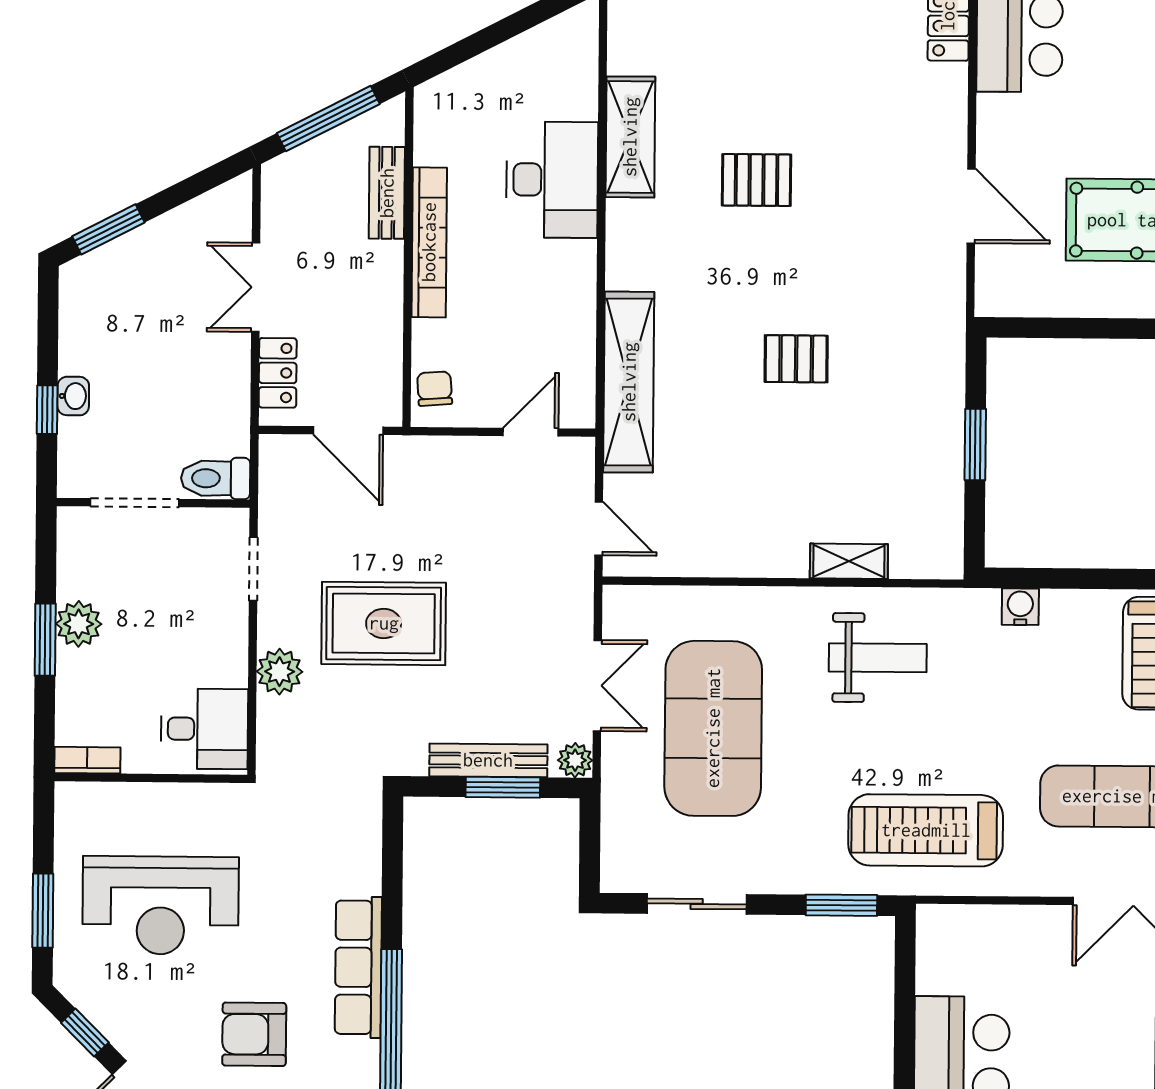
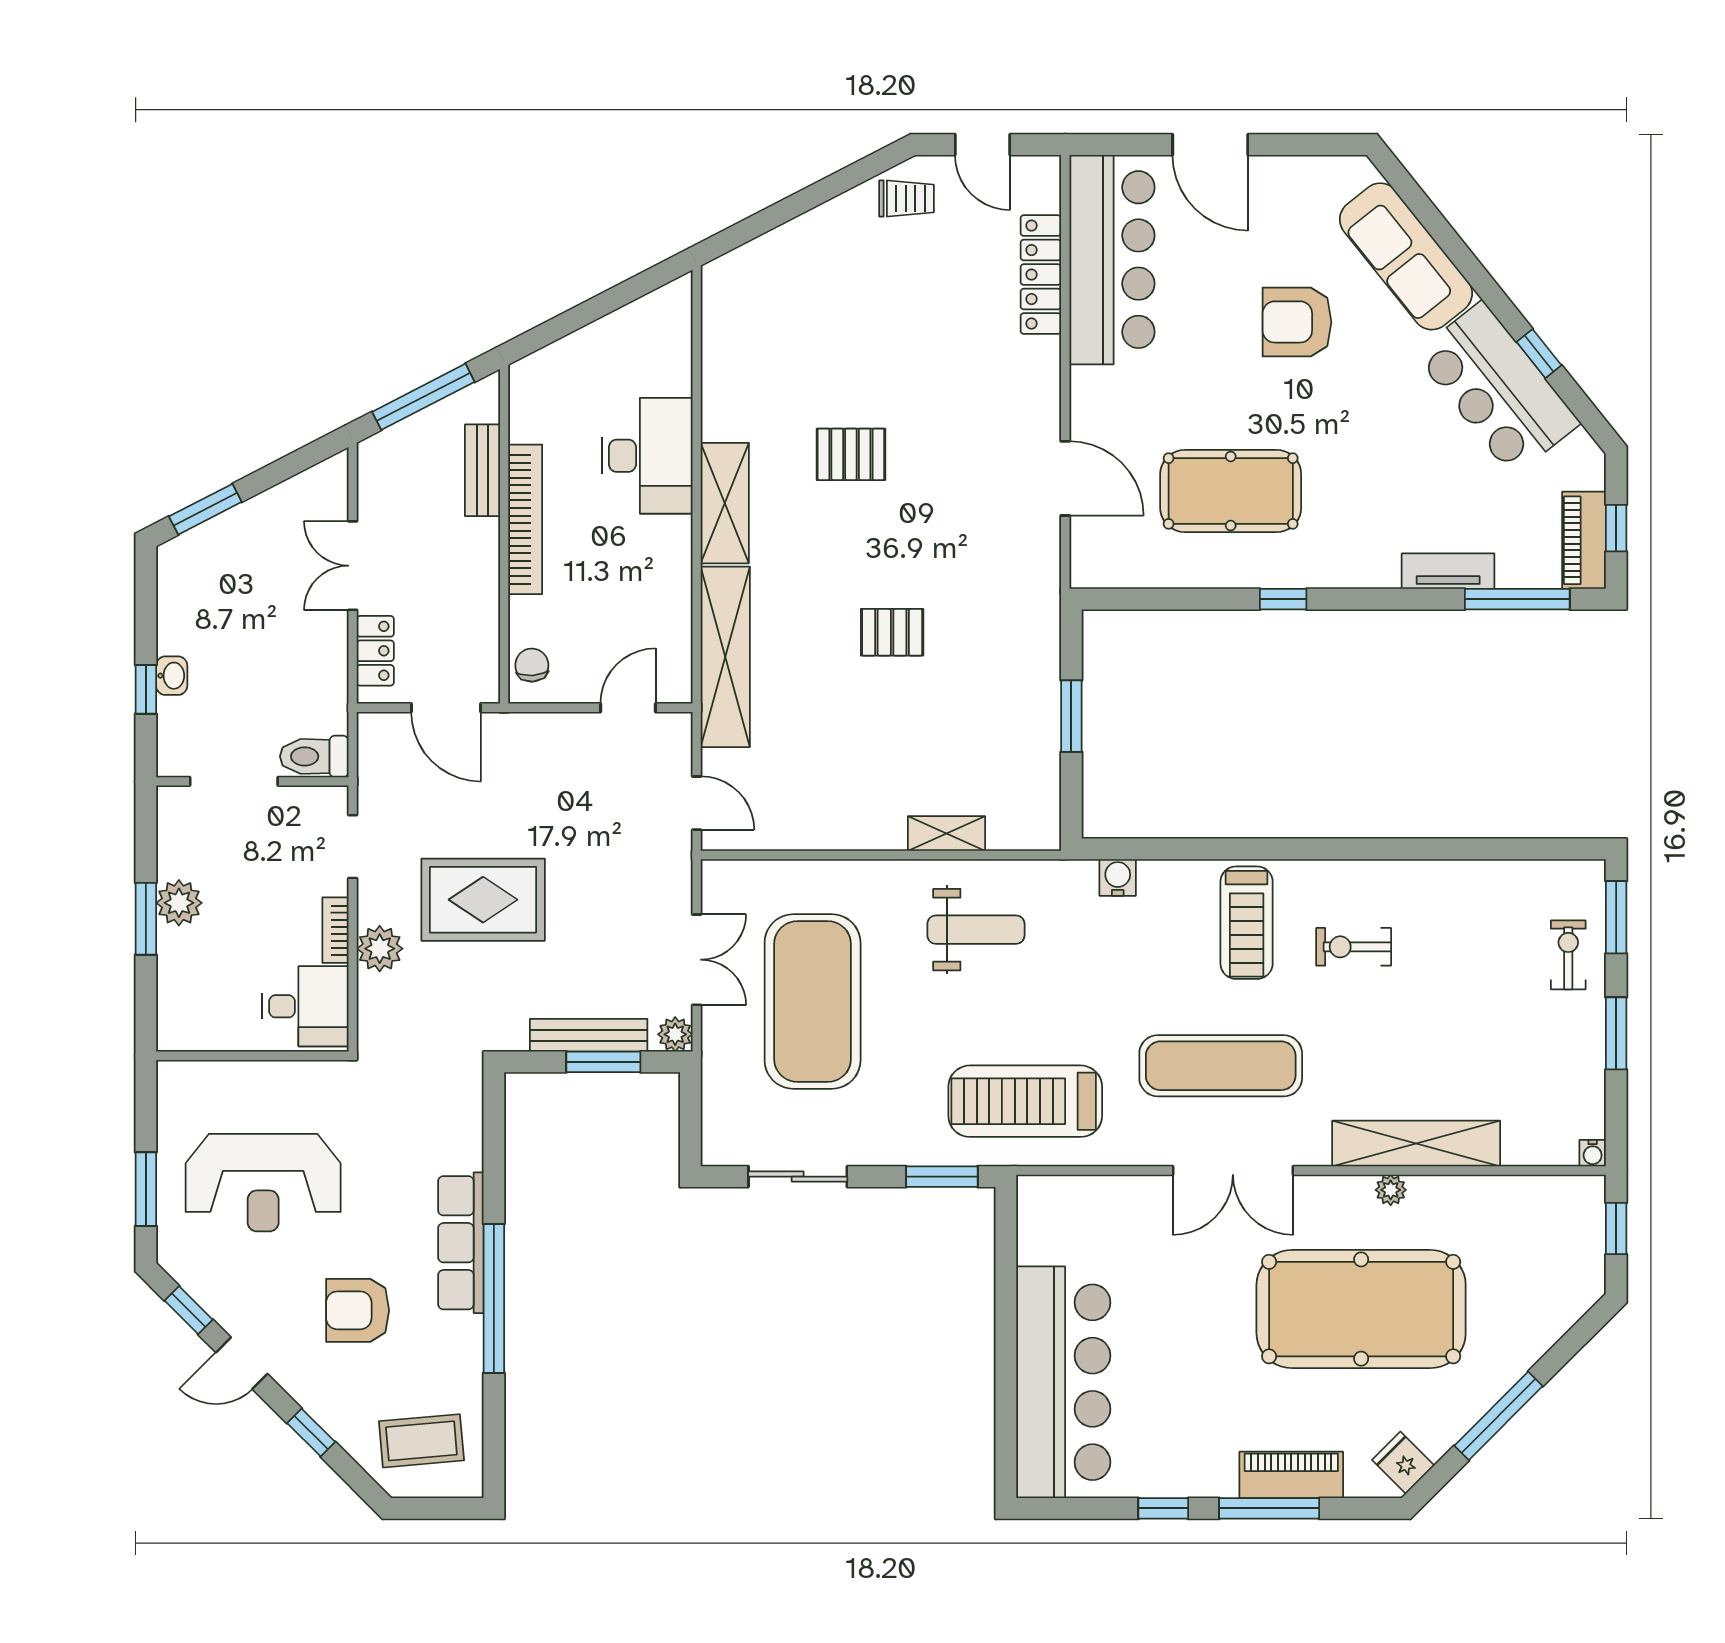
shelving: (630, 137) -> (725, 503), moved
bookcase: (87, 760) -> (335, 930), moved, turned -90

